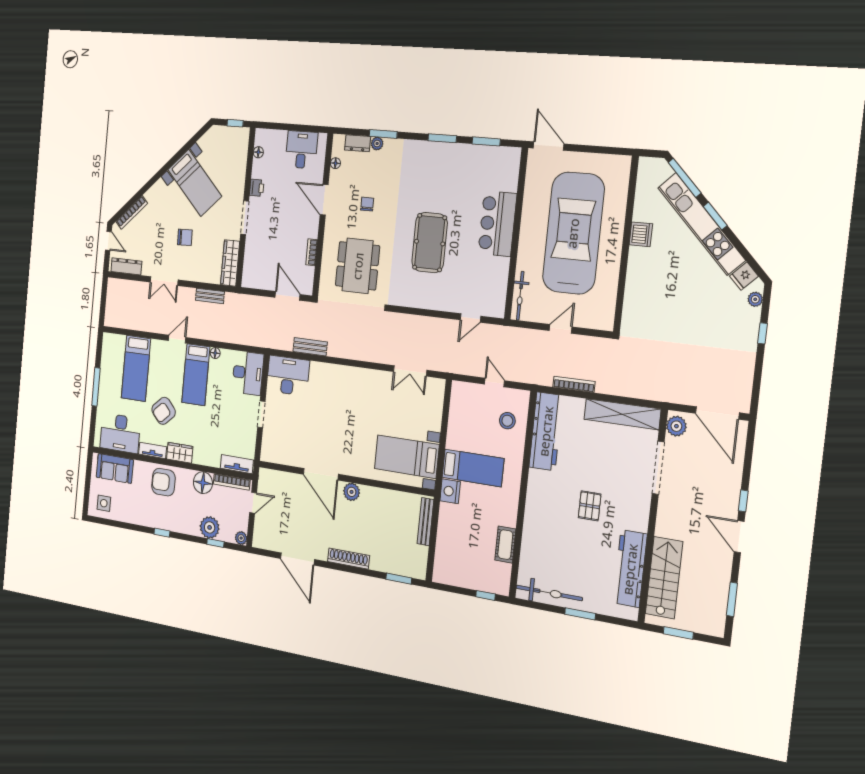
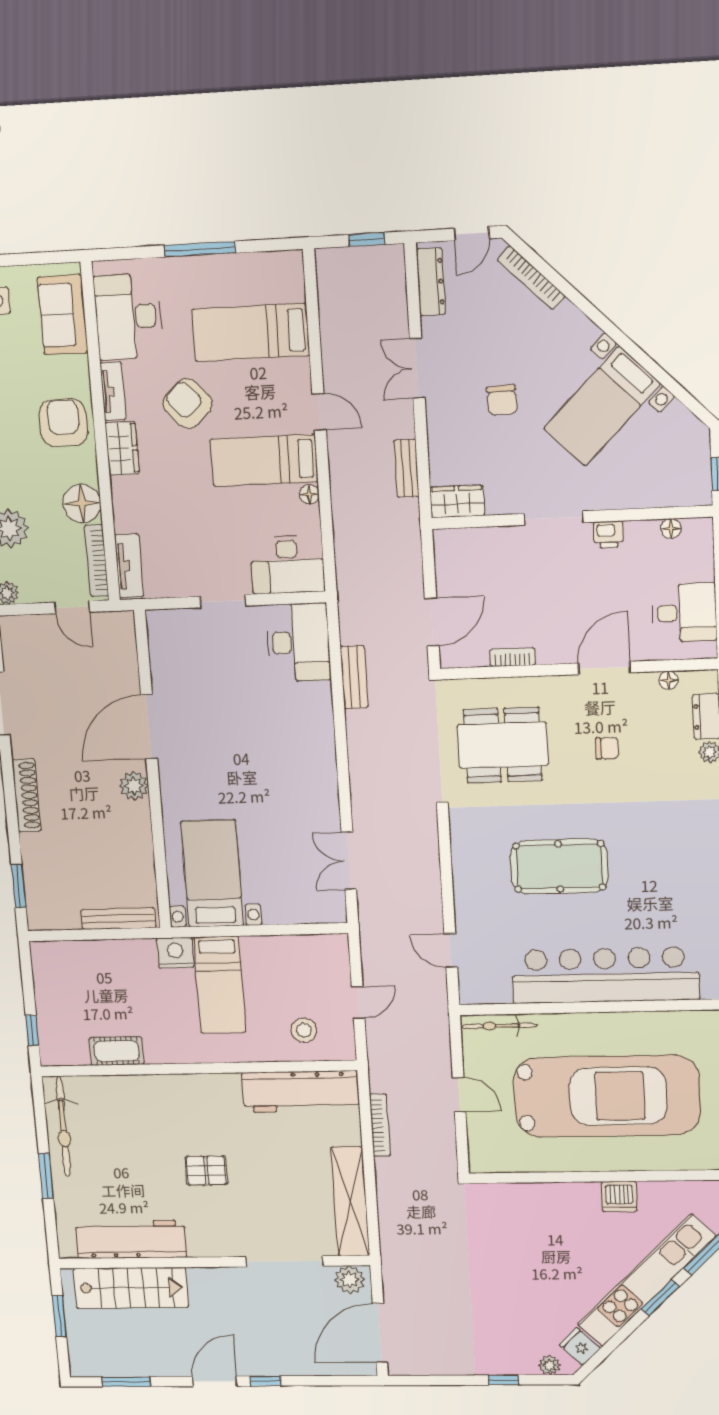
bar counter: (497, 224) -> (605, 975), width x1.86
wardrobe: (230, 263) -> (457, 501), width x0.67
window: (104, 297) -> (367, 240), added

